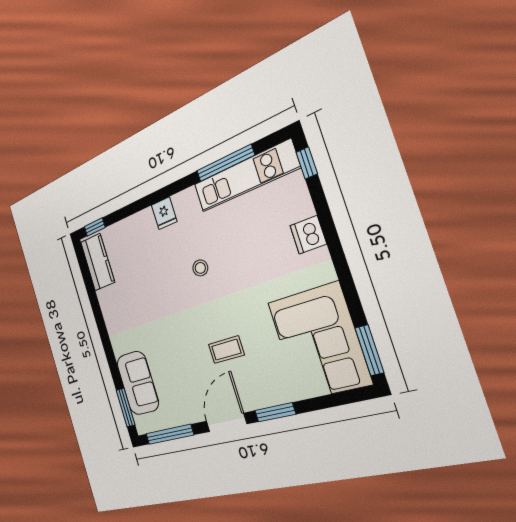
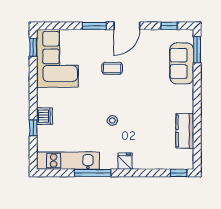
window: (225, 163) -> (93, 173), moved
window: (307, 163) -> (33, 128), moved
kitchen counter: (98, 262) -> (185, 131), moved
window: (369, 350) -> (33, 47), width x0.67
window: (170, 434) -> (169, 26), width x0.46

